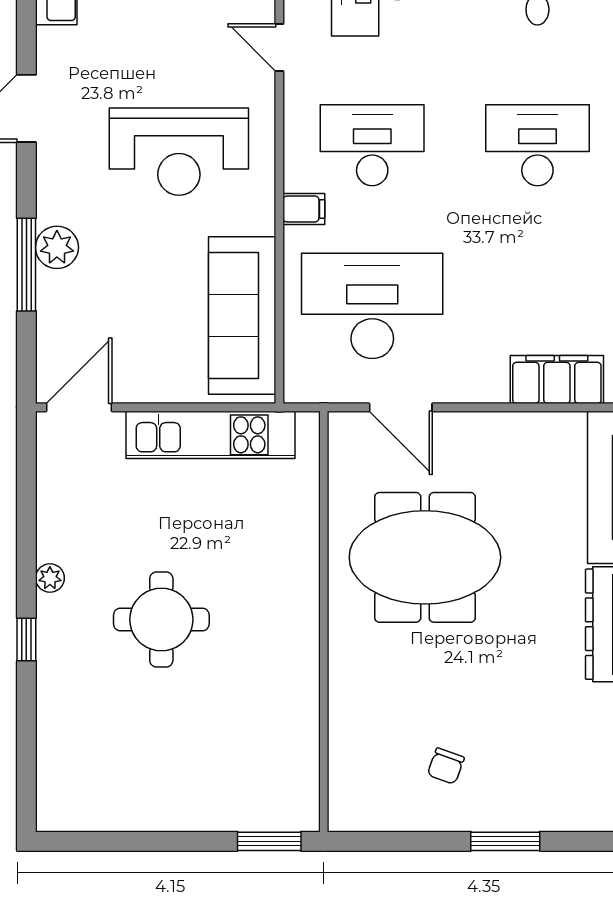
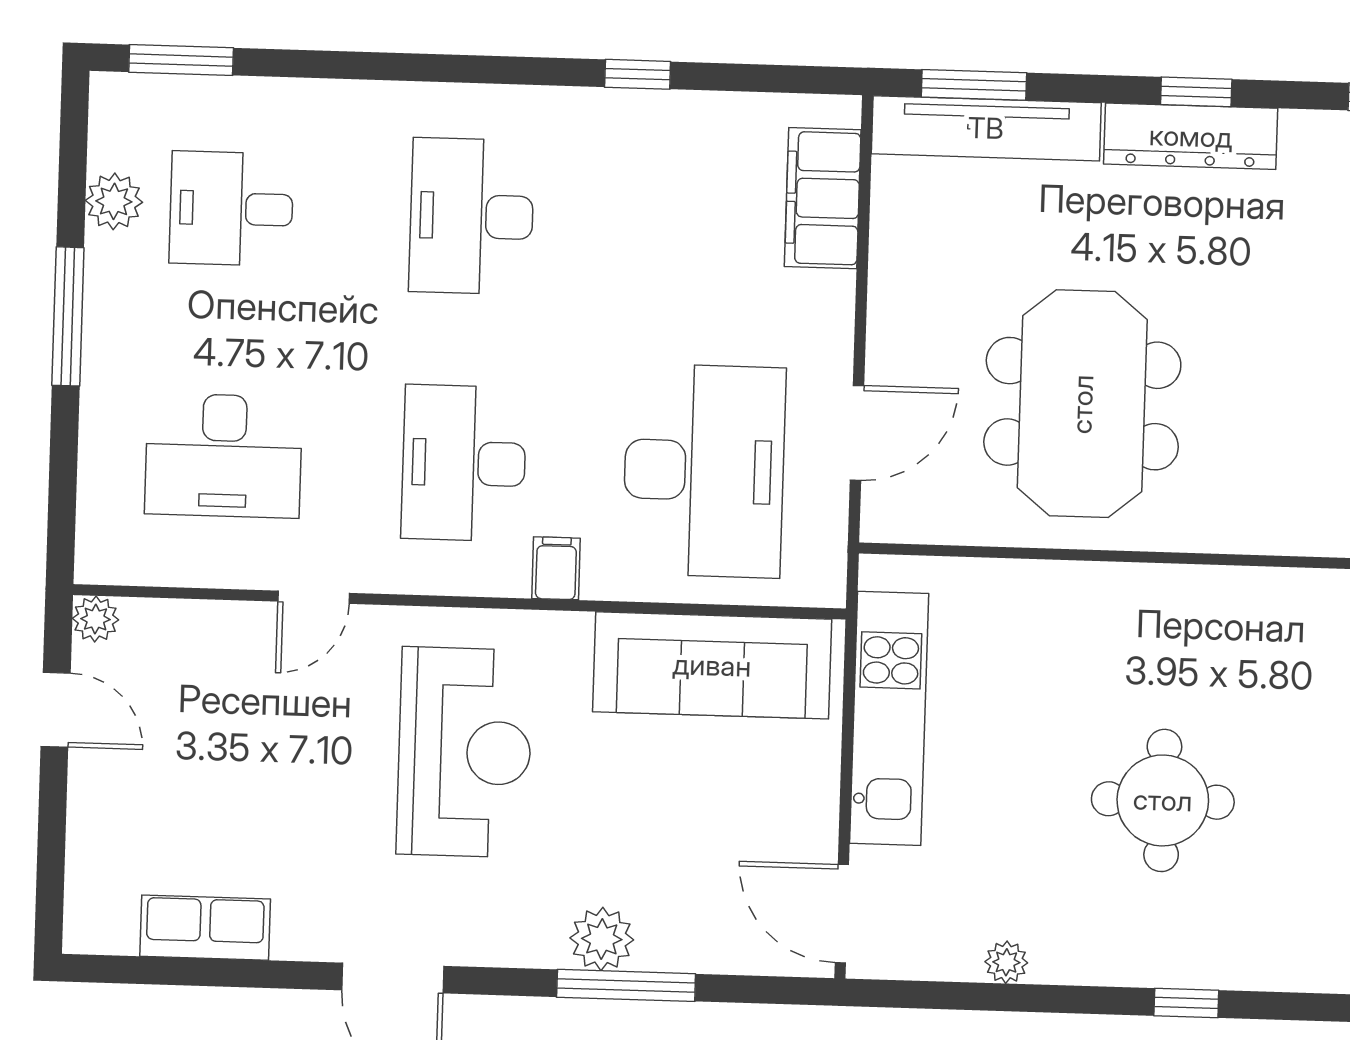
desk: (372, 306) -> (704, 471), turned 180
plant: (50, 578) -> (1006, 962), moved

